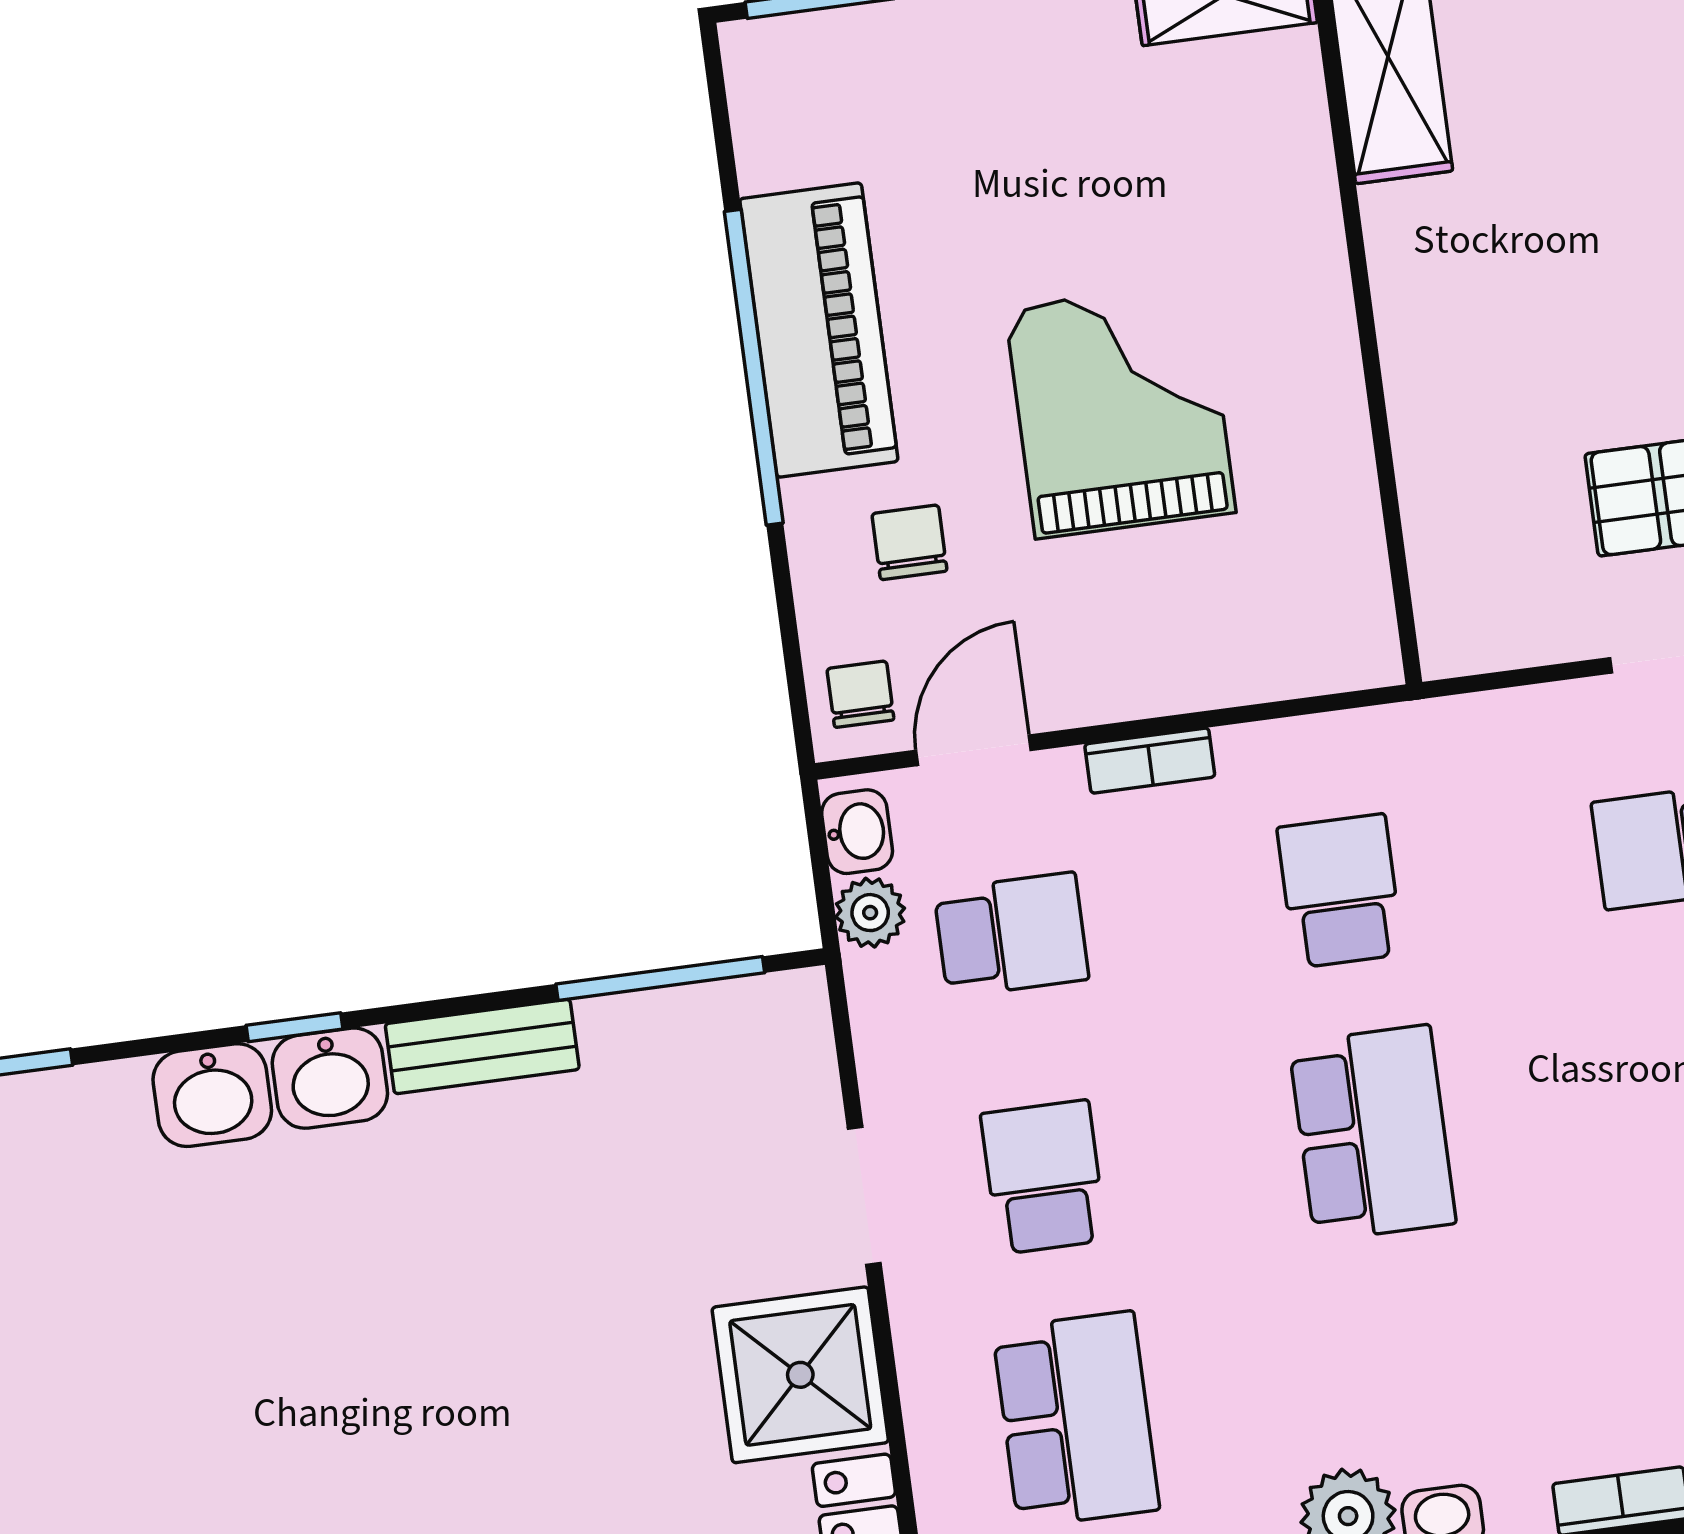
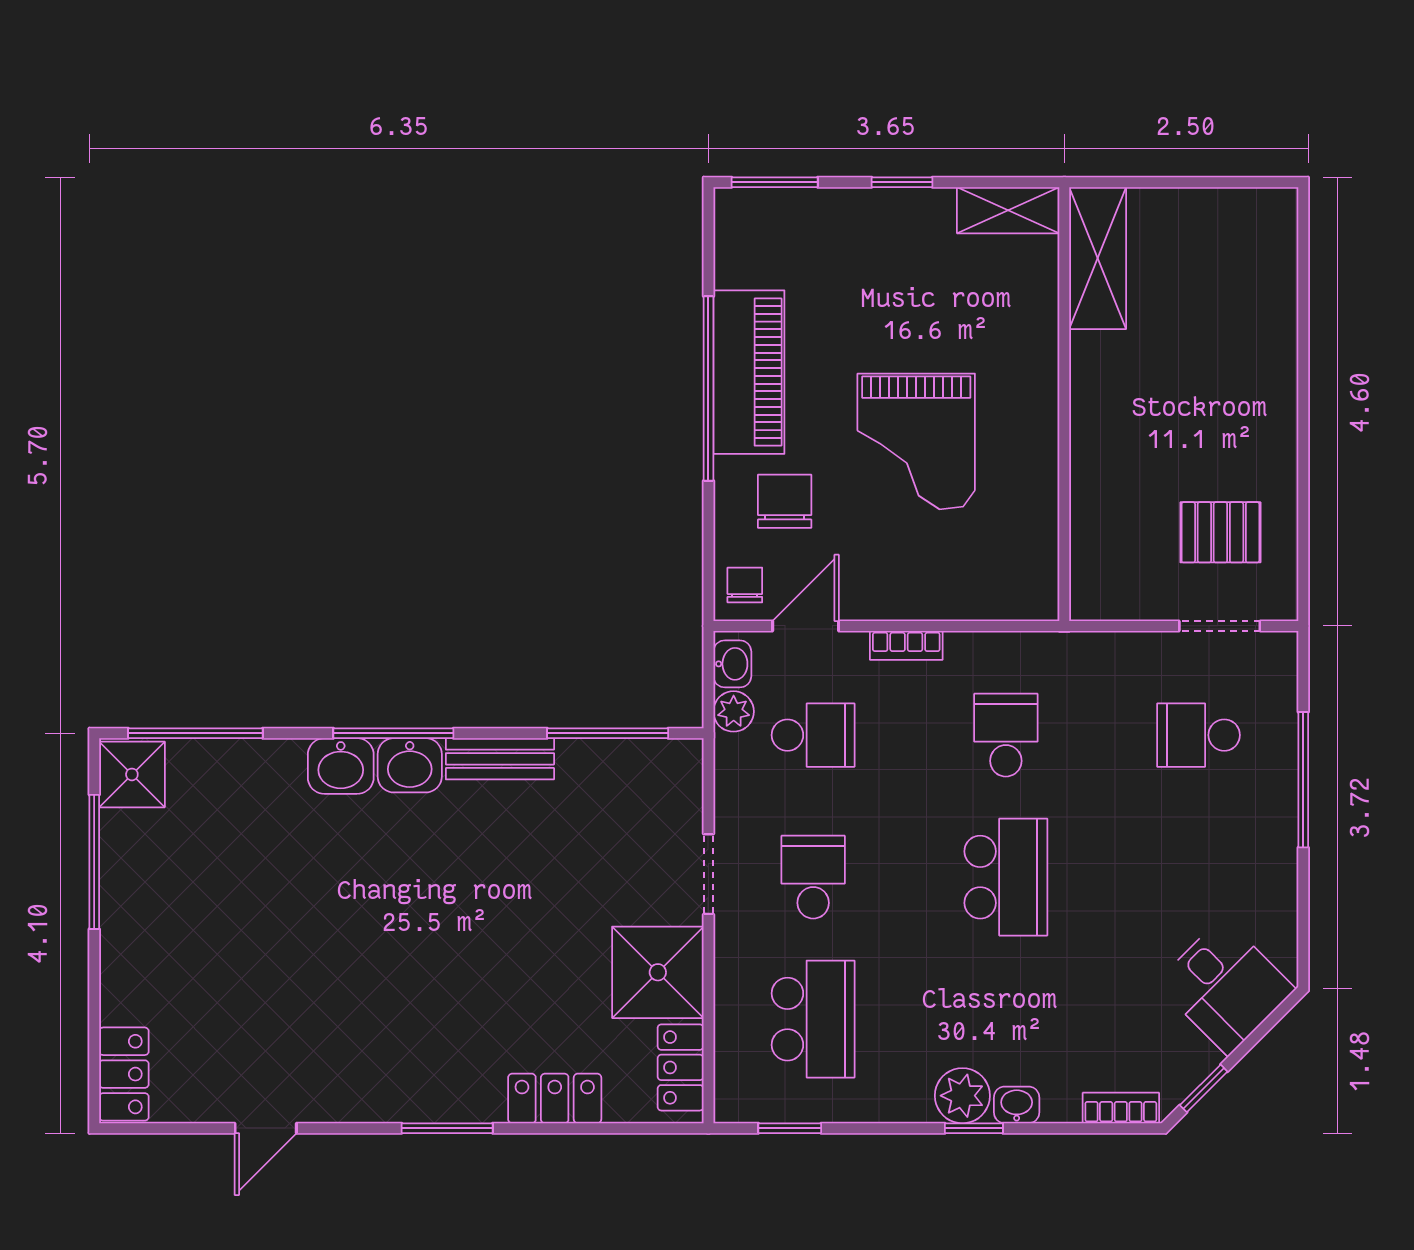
grand piano: (1120, 410) -> (916, 441), turned 180
chair: (909, 542) -> (785, 501), width x1.37, depth x1.37
window: (294, 1027) -> (393, 733), width x2.17

